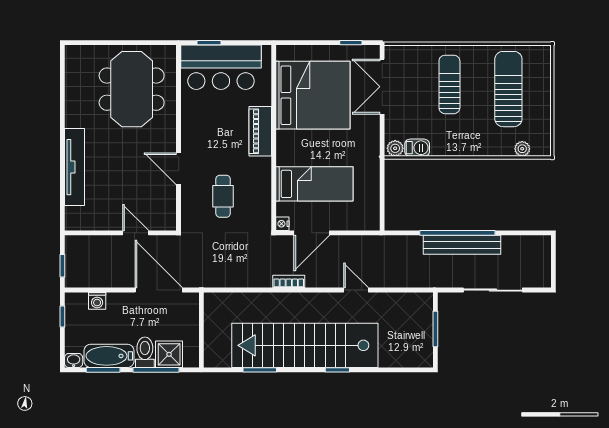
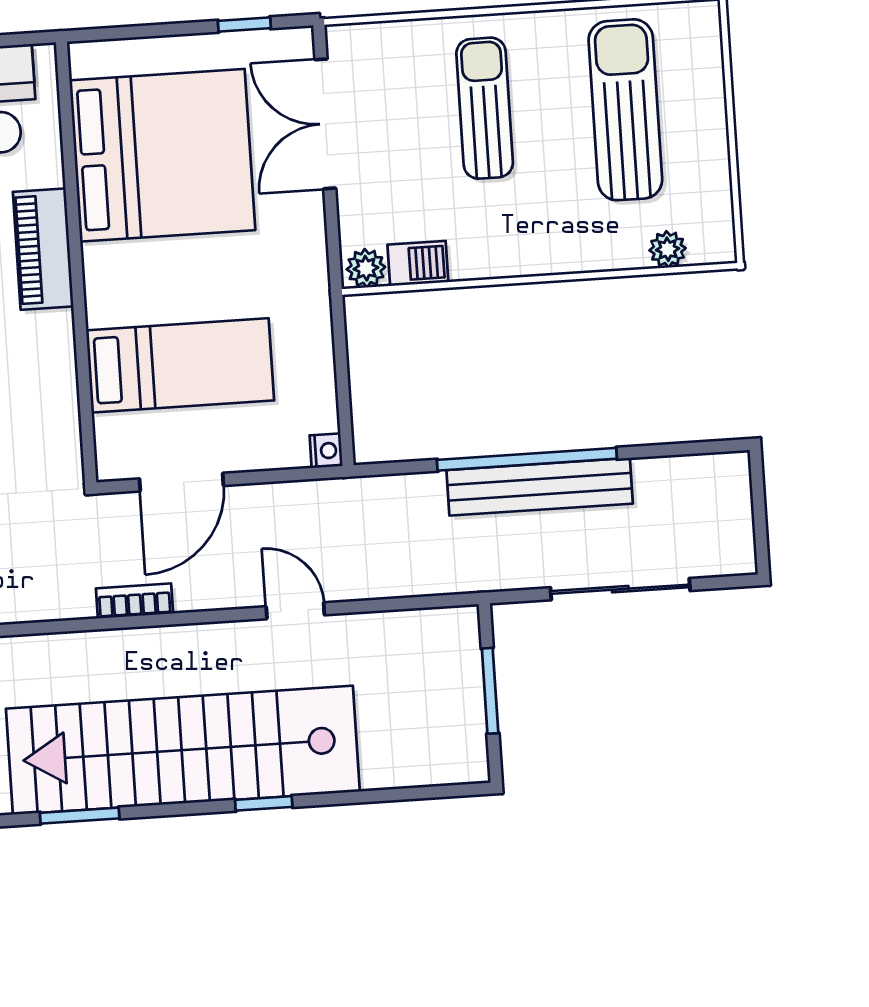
nightstand: (282, 224) -> (326, 451), moved, turned 180

